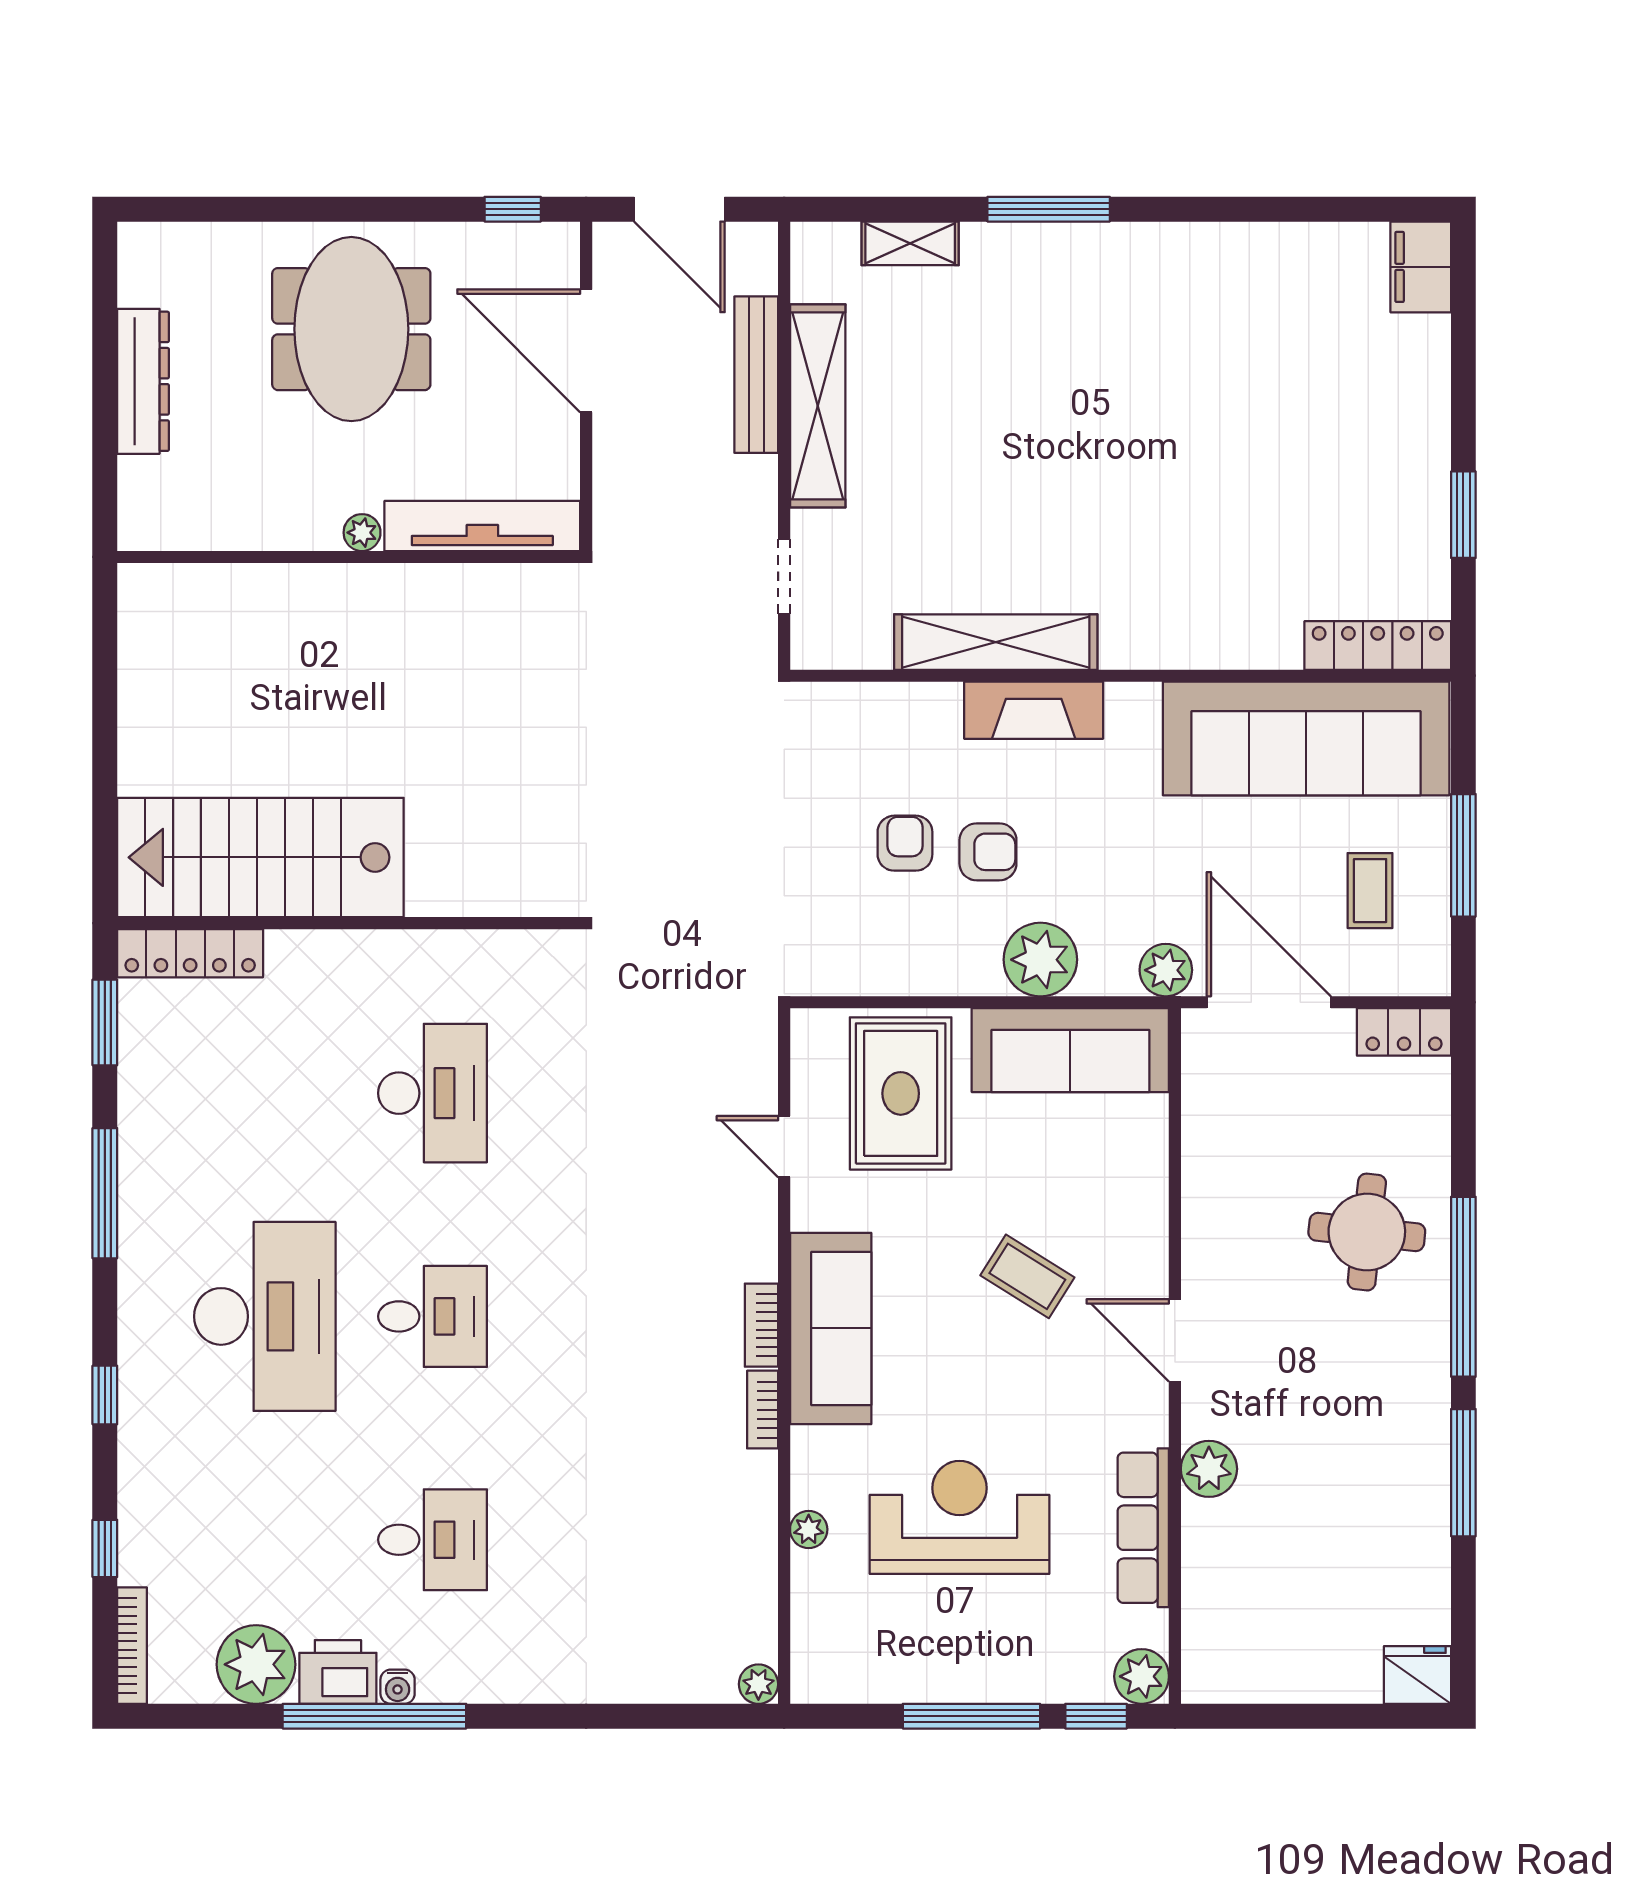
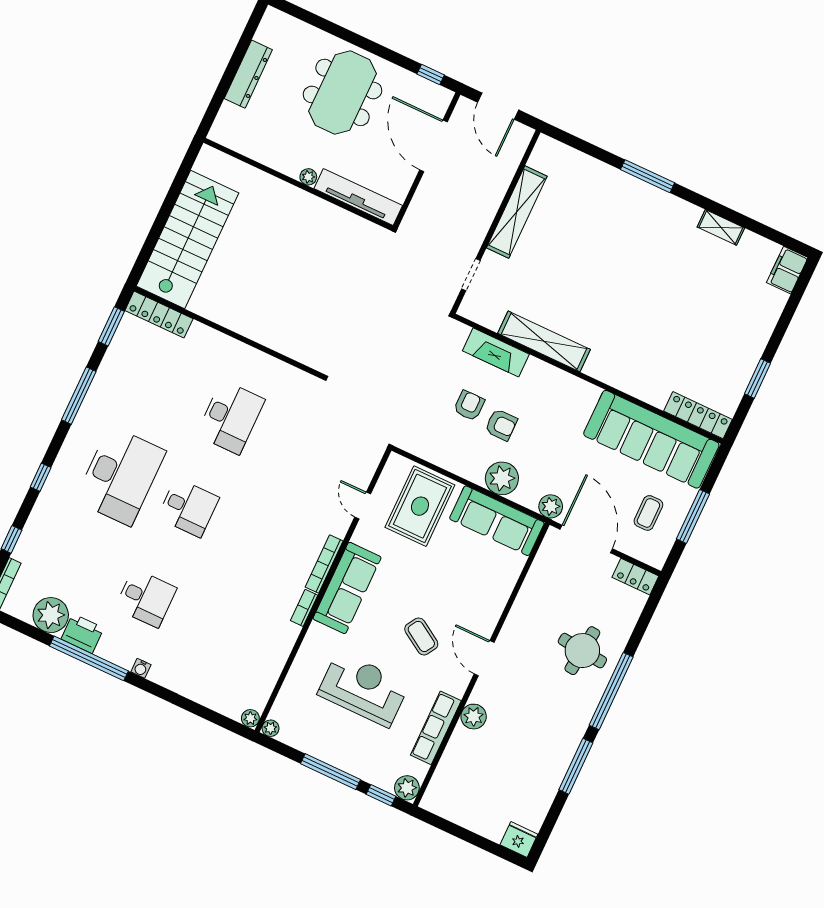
shelving: (910, 243) -> (721, 227), moved
bench: (756, 375) -> (498, 188), removed
fireplace: (1034, 710) -> (496, 352), moved
stairs: (260, 857) -> (188, 239), moved, turned 90
coffee table: (1027, 1276) -> (421, 636), moved
bookcase: (761, 1325) -> (324, 564), width x1.56
plant: (809, 1529) -> (270, 728), moved
water cooler: (398, 1687) -> (141, 668), moved

